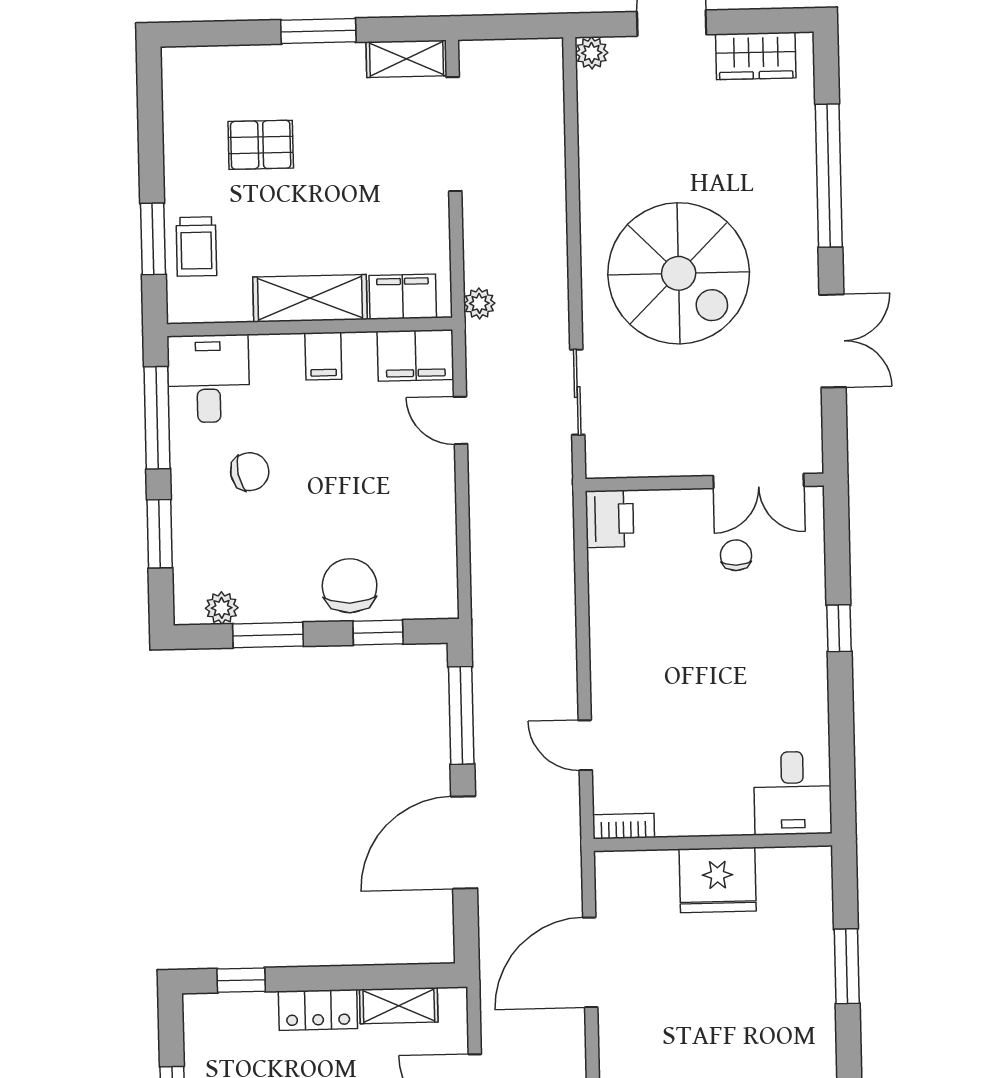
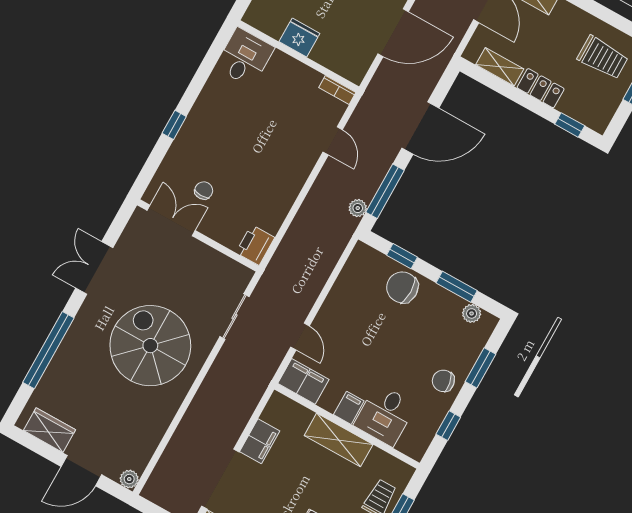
filing cabinet: (403, 297) -> (260, 441), moved, turned -90
plant: (479, 303) -> (358, 208), moved
desk: (208, 379) -> (385, 415), moved
window: (157, 418) -> (448, 426), width x0.46
chair: (250, 472) -> (443, 381), moved
chair: (736, 555) -> (204, 191), turned 180
chair: (350, 586) -> (402, 287), turned 90
fridge: (718, 880) -> (299, 38), width x0.73, depth x0.75

